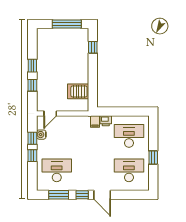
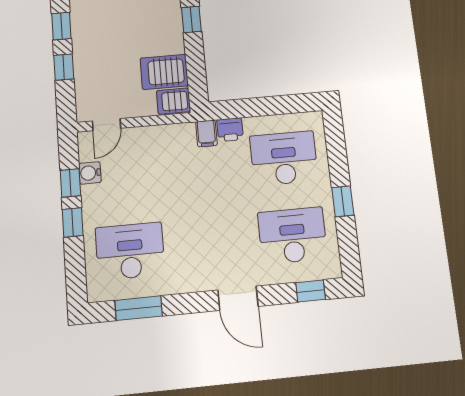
window: (93, 68) -> (191, 19), added
server rack: (81, 105) -> (173, 101), added
window: (82, 195) -> (311, 291), moved

